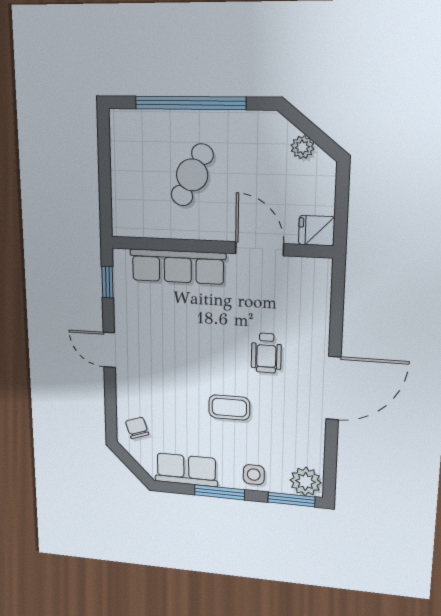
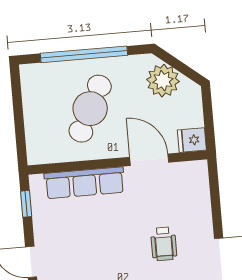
plant: (302, 147) -> (163, 81), width x1.87, depth x1.87
cafe table: (192, 175) -> (90, 109), width x1.37, depth x1.35

